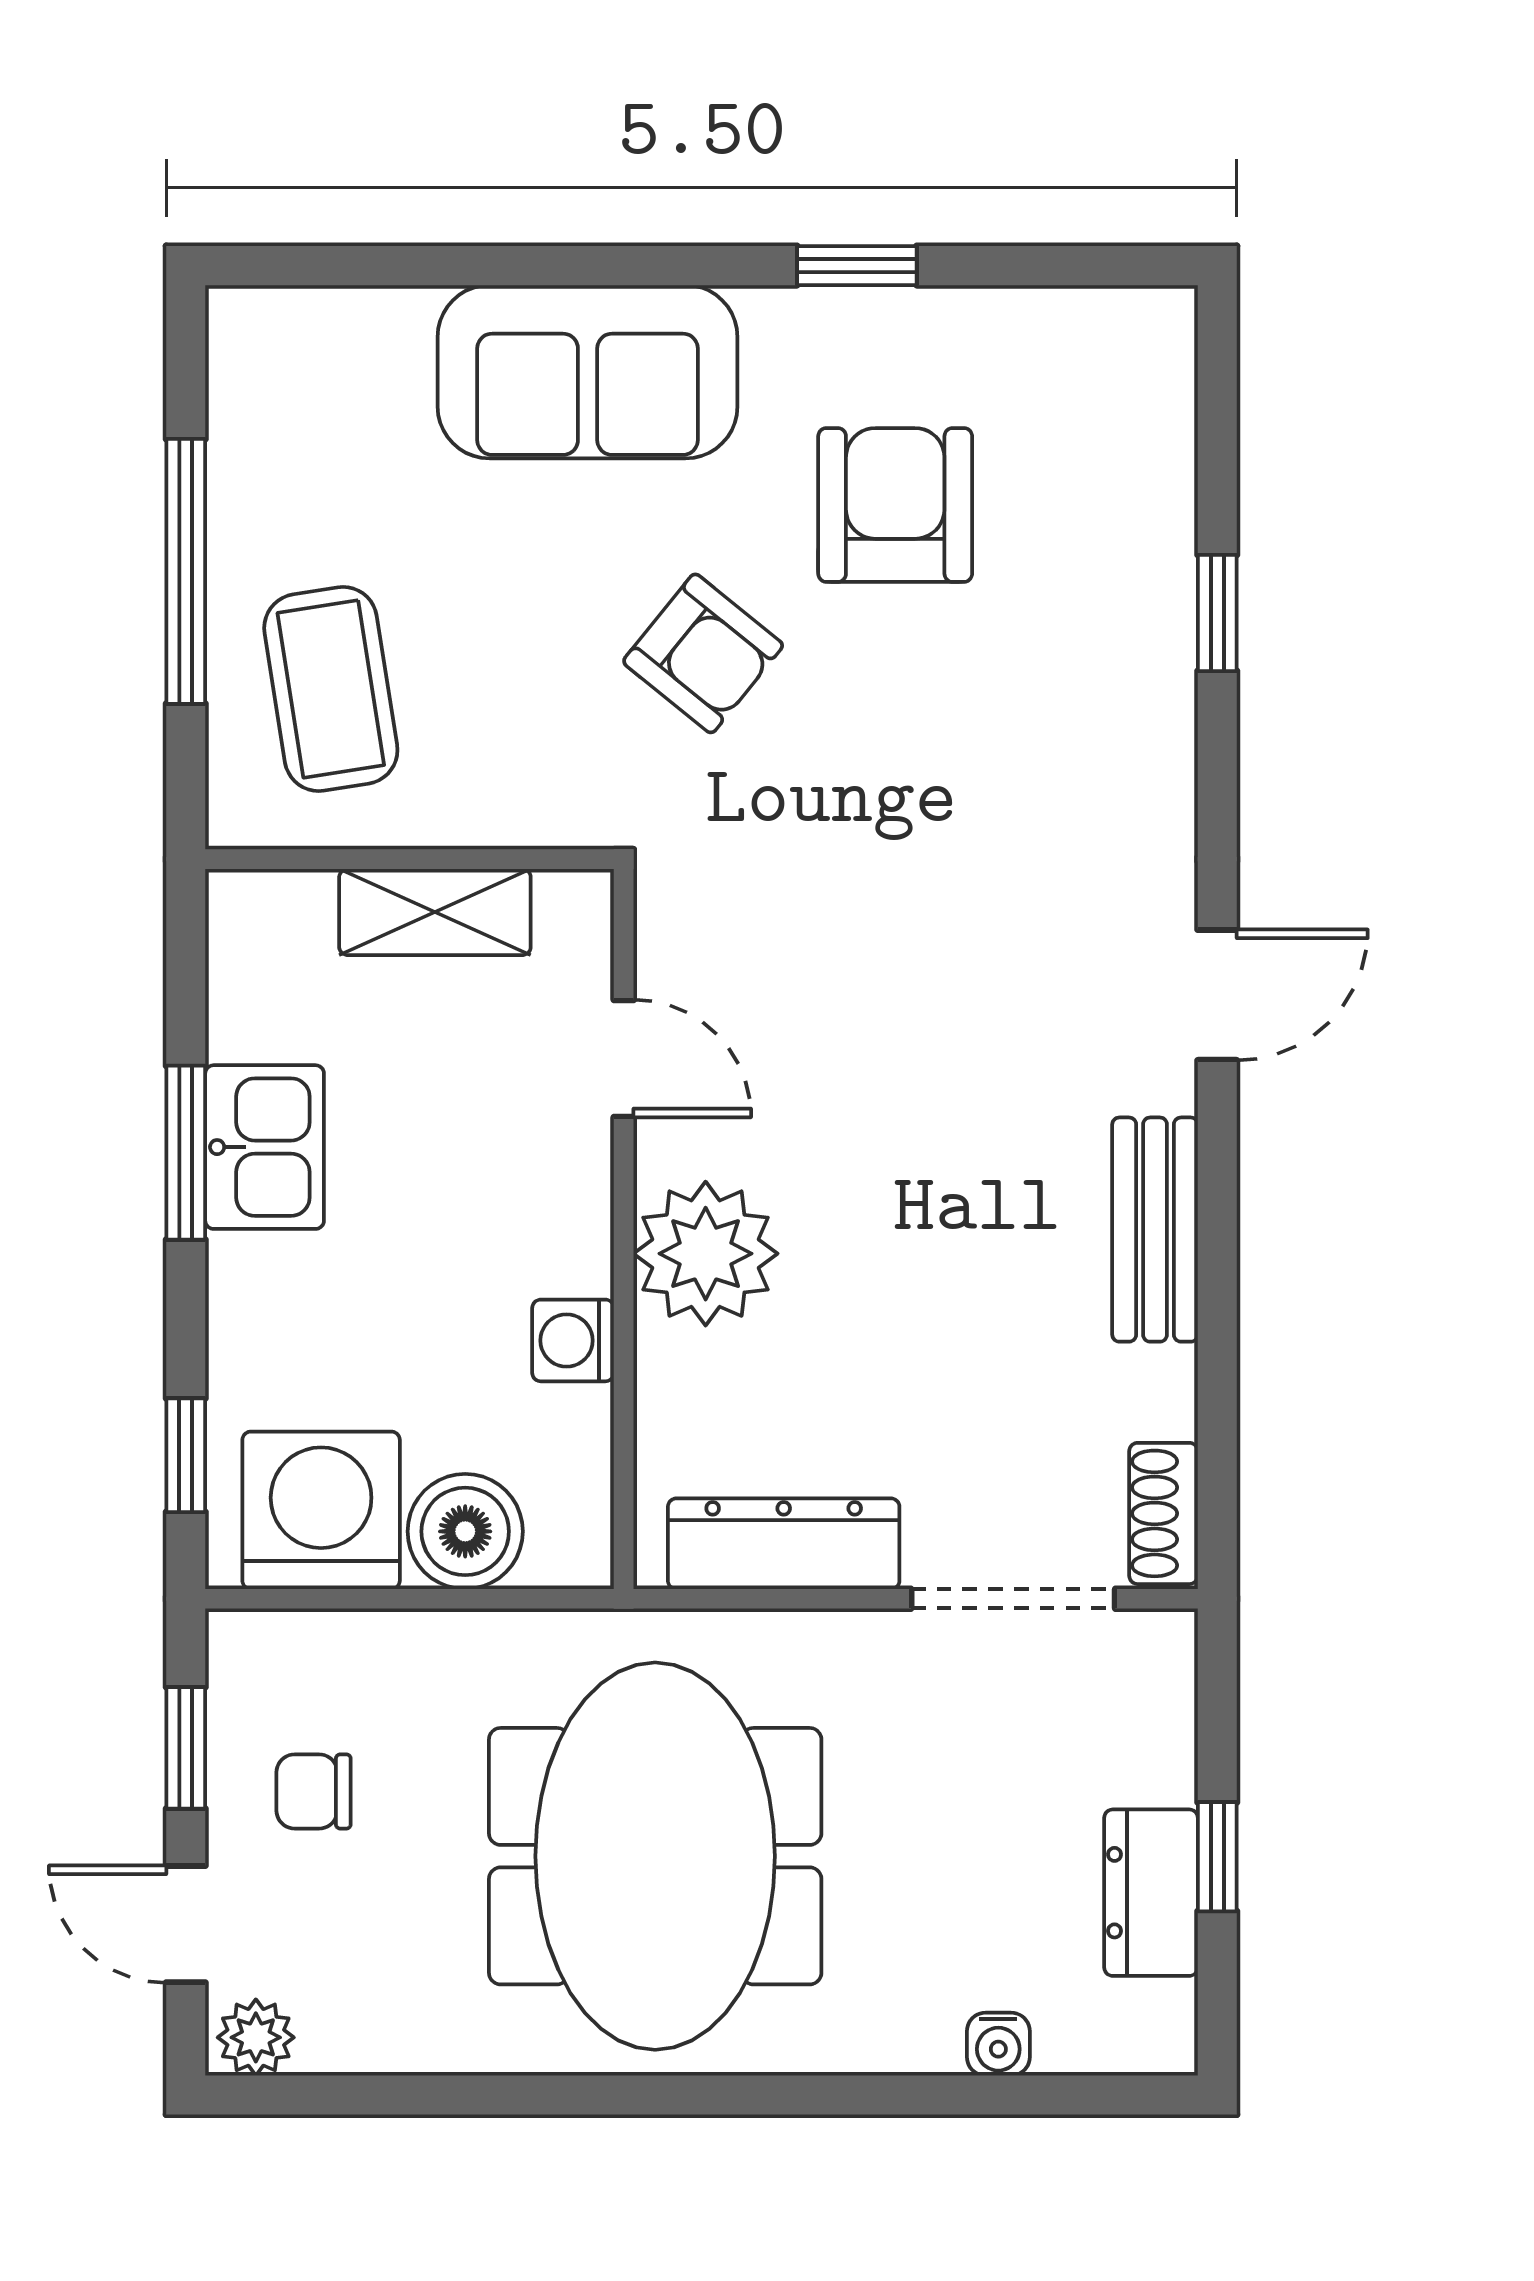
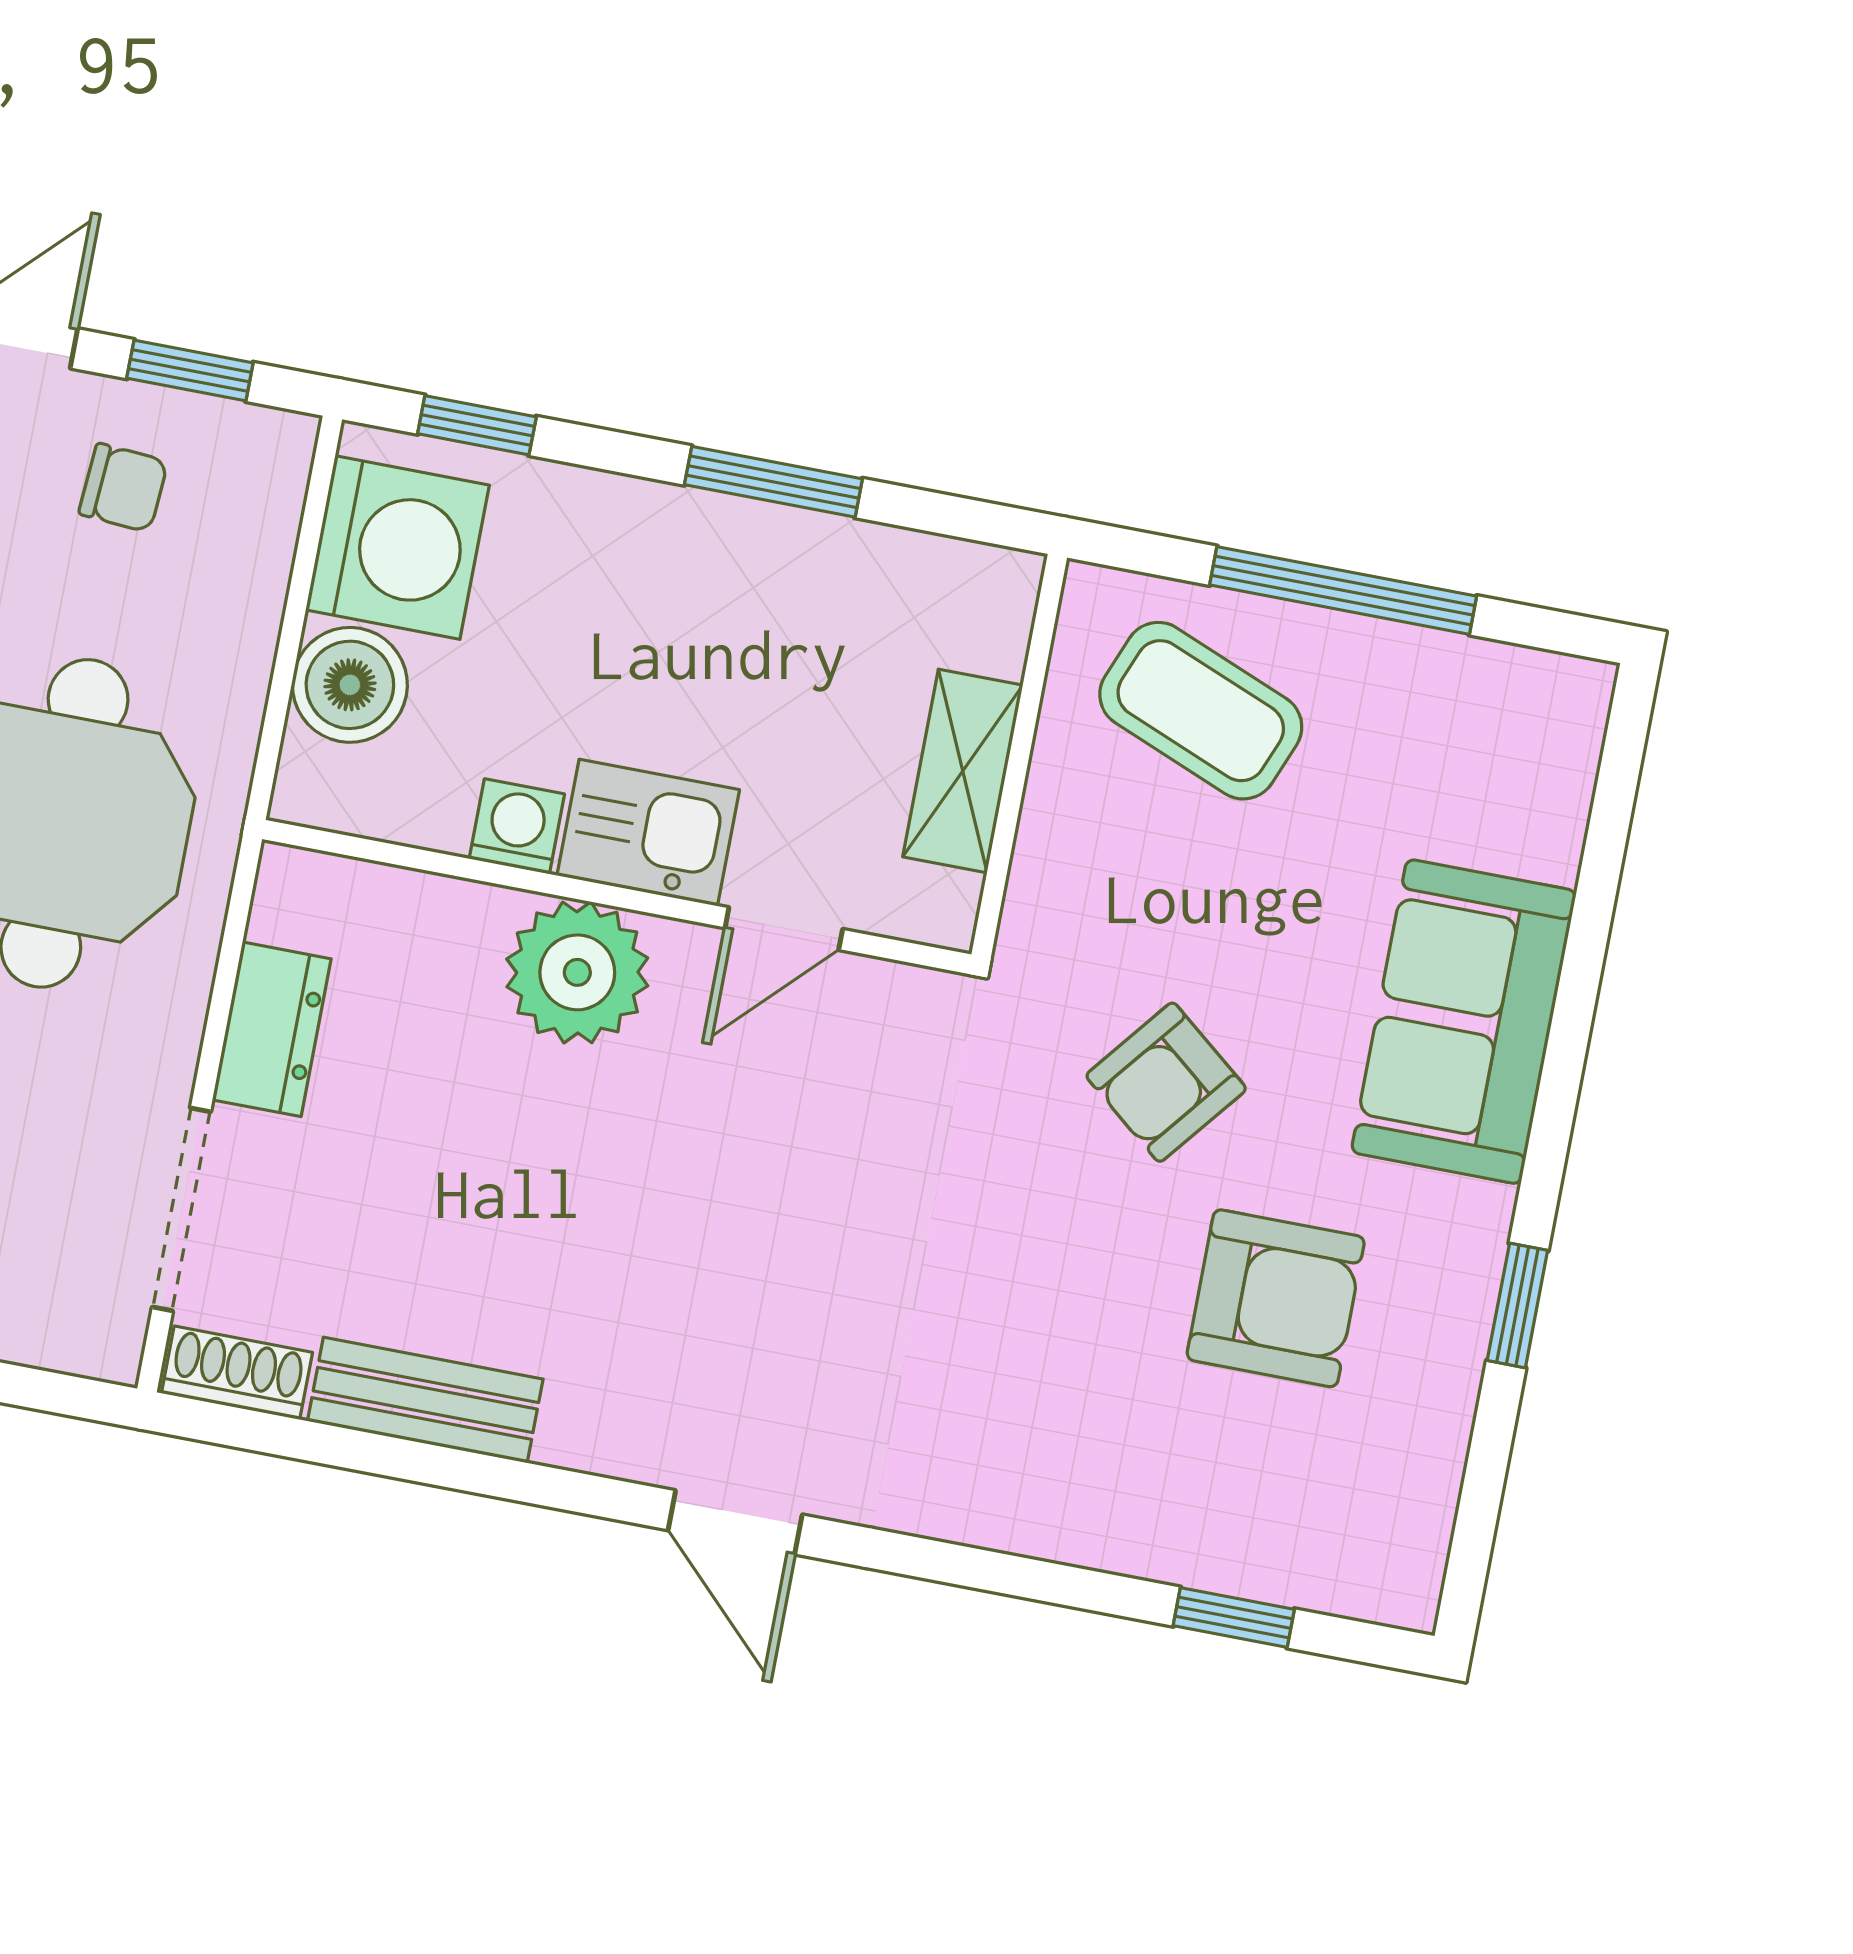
window: (1217, 613) -> (1234, 1617), moved
coffee table: (331, 689) -> (1201, 711), turned 31
kitchen sink: (265, 1147) -> (648, 833), moved, turned 180
bench: (1155, 1230) -> (425, 1400), moved
dresser: (784, 1544) -> (272, 1029), width x0.70
chair: (314, 1791) -> (123, 488), turned 94

